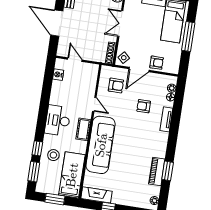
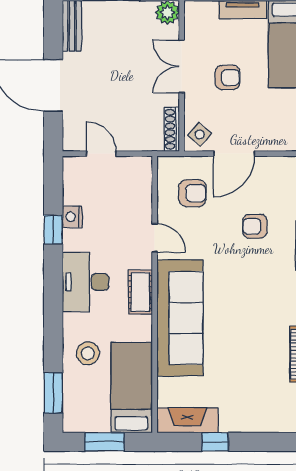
armchair: (157, 63) -> (227, 77), moved
nightstand: (58, 75) -> (72, 217), moved
window: (37, 148) -> (53, 230), moved

